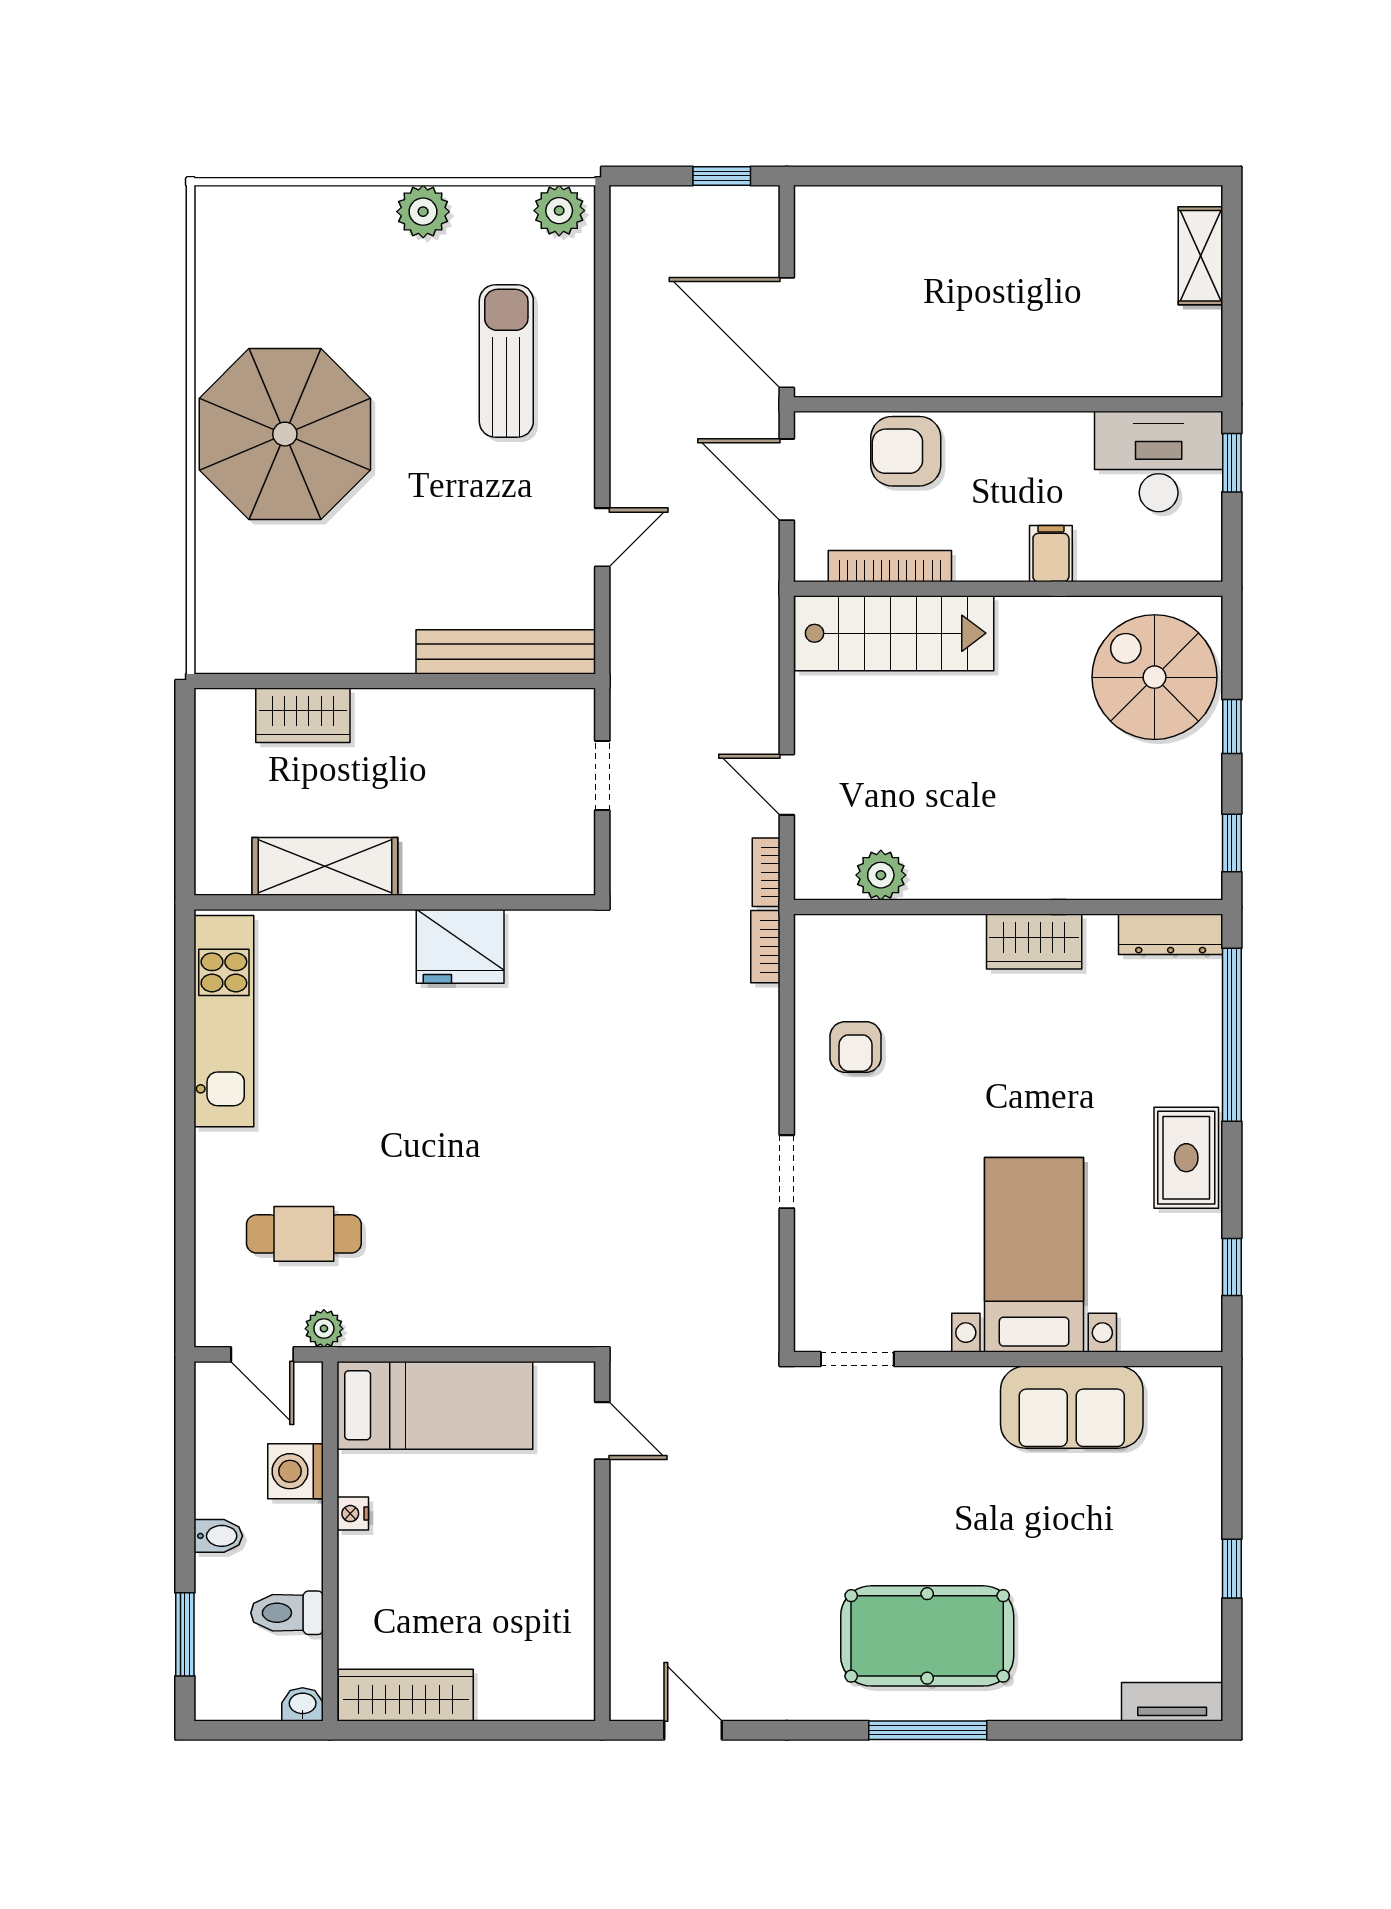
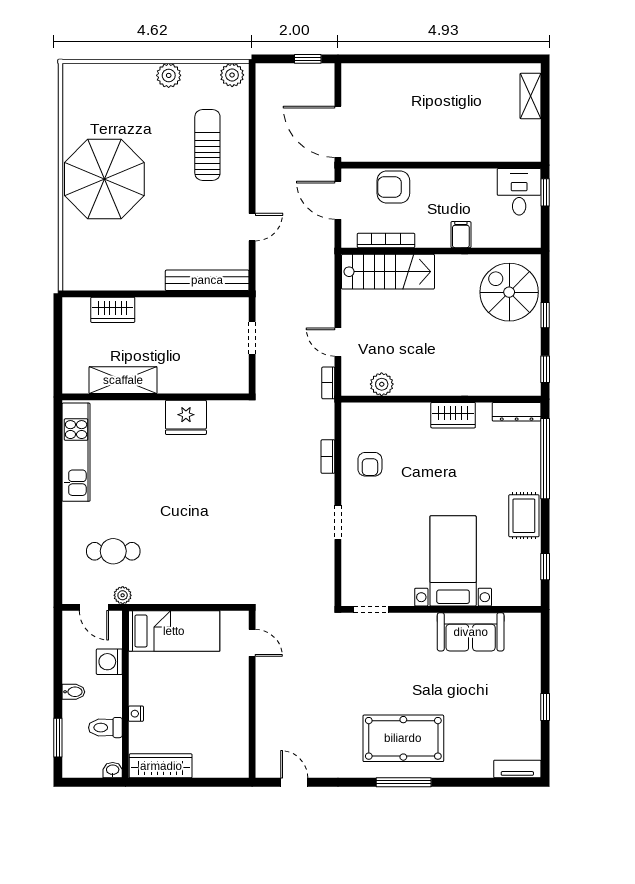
desk: (1159, 461) -> (519, 192), width x0.73
bookcase: (765, 947) -> (328, 457), moved
nightstand: (353, 1514) -> (136, 714), moved

